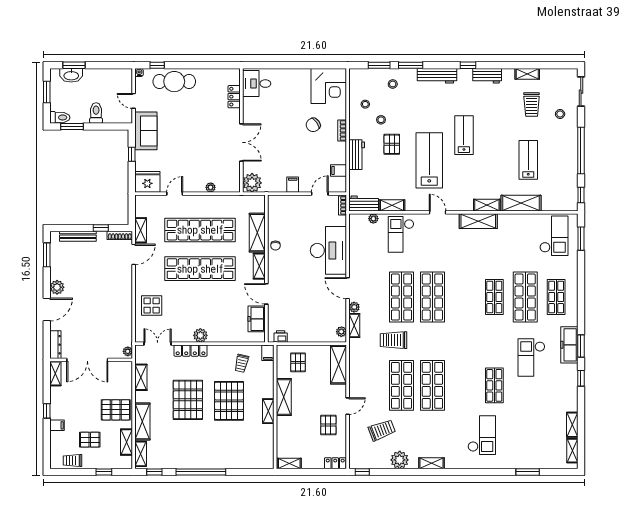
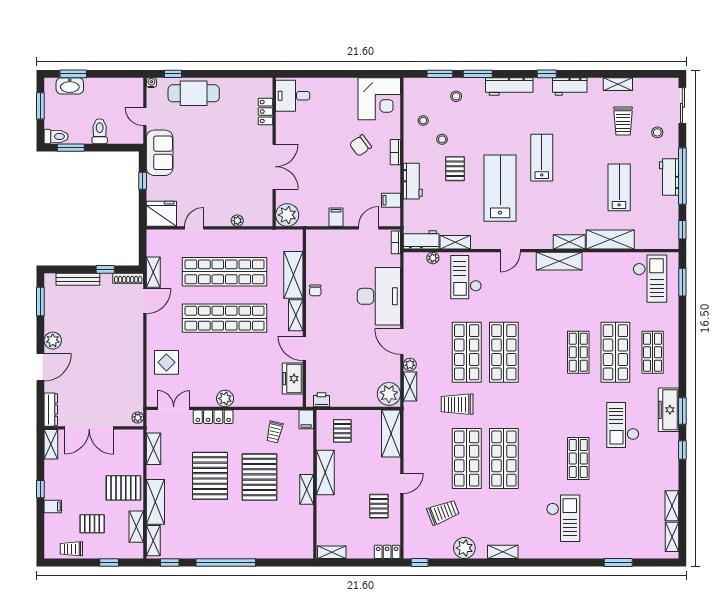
workbench: (570, 151) -> (669, 177), added
door: (438, 212) -> (510, 251), swing flipped
plant: (341, 332) -> (389, 394), width x1.88, depth x1.88

